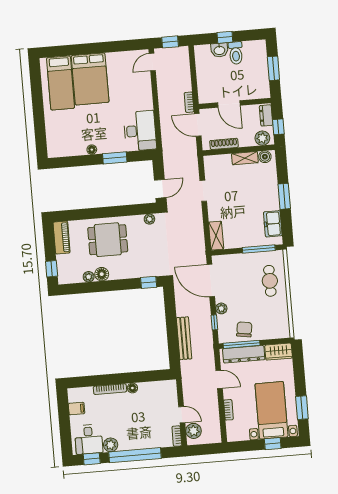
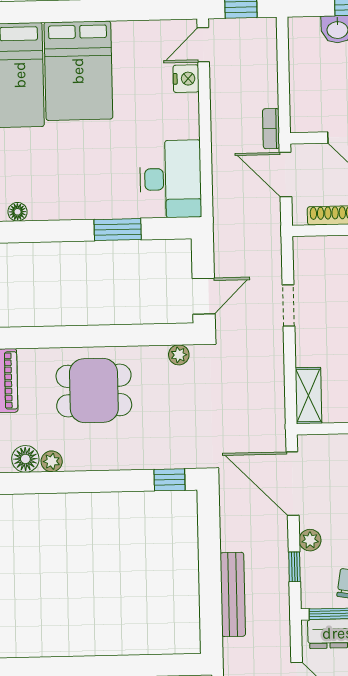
nightstand: (145, 80) -> (186, 79), added
floor lamp: (92, 150) -> (18, 212), moved
floor lamp: (102, 274) -> (25, 459), moved

